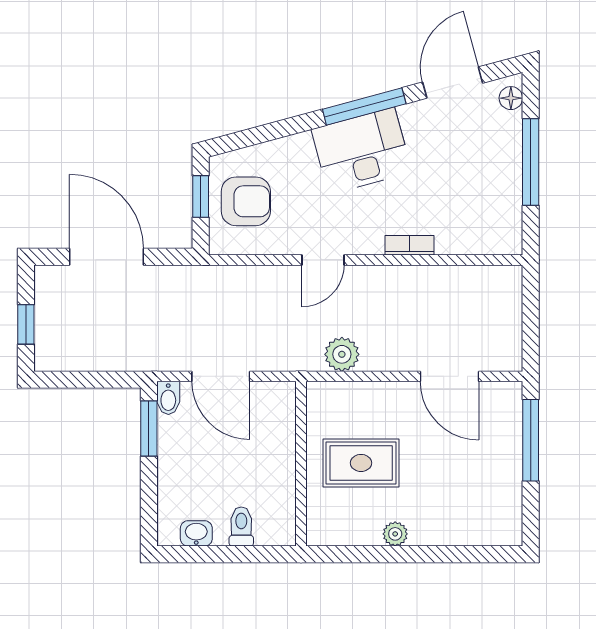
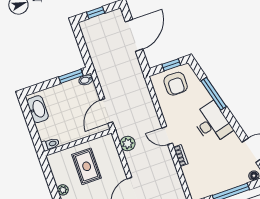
window: (364, 106) -> (214, 94), moved
door: (323, 260) -> (167, 136), moved
door: (221, 376) -> (106, 111), moved
toilet: (241, 527) -> (50, 144), moved
washbasin: (196, 533) -> (38, 109), width x1.91, depth x1.45

